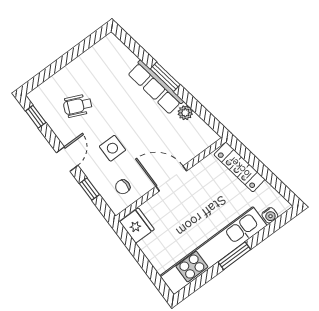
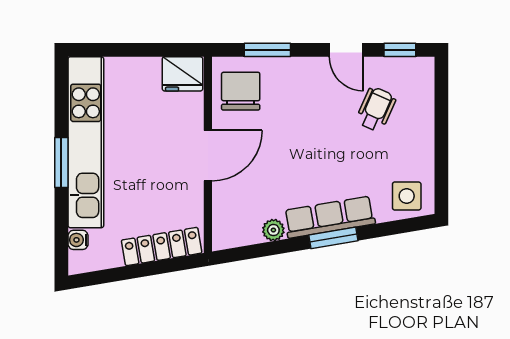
side table: (112, 148) -> (407, 196), moved
door: (67, 159) -> (346, 50), moved
chair: (123, 187) -> (241, 91), width x1.87, depth x1.87
window: (89, 189) -> (267, 50), width x1.50

